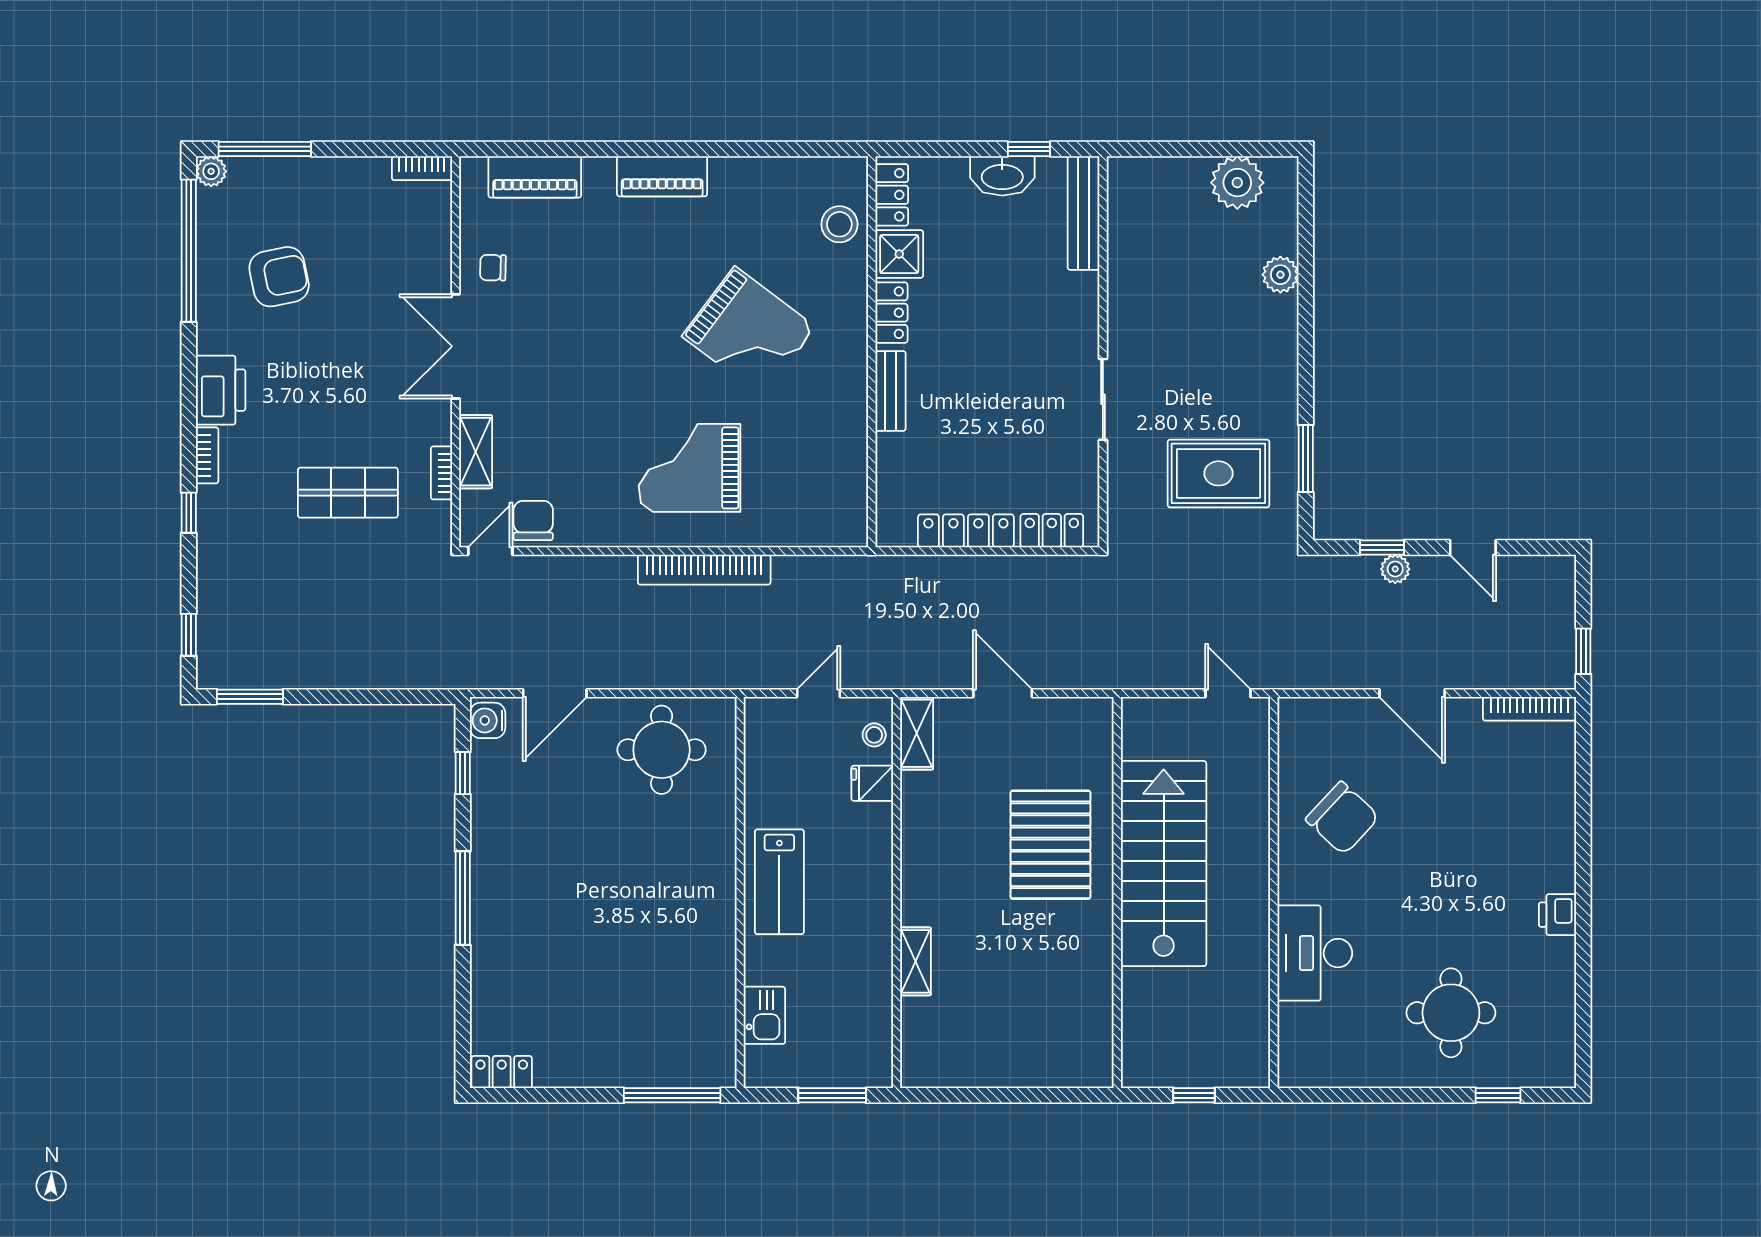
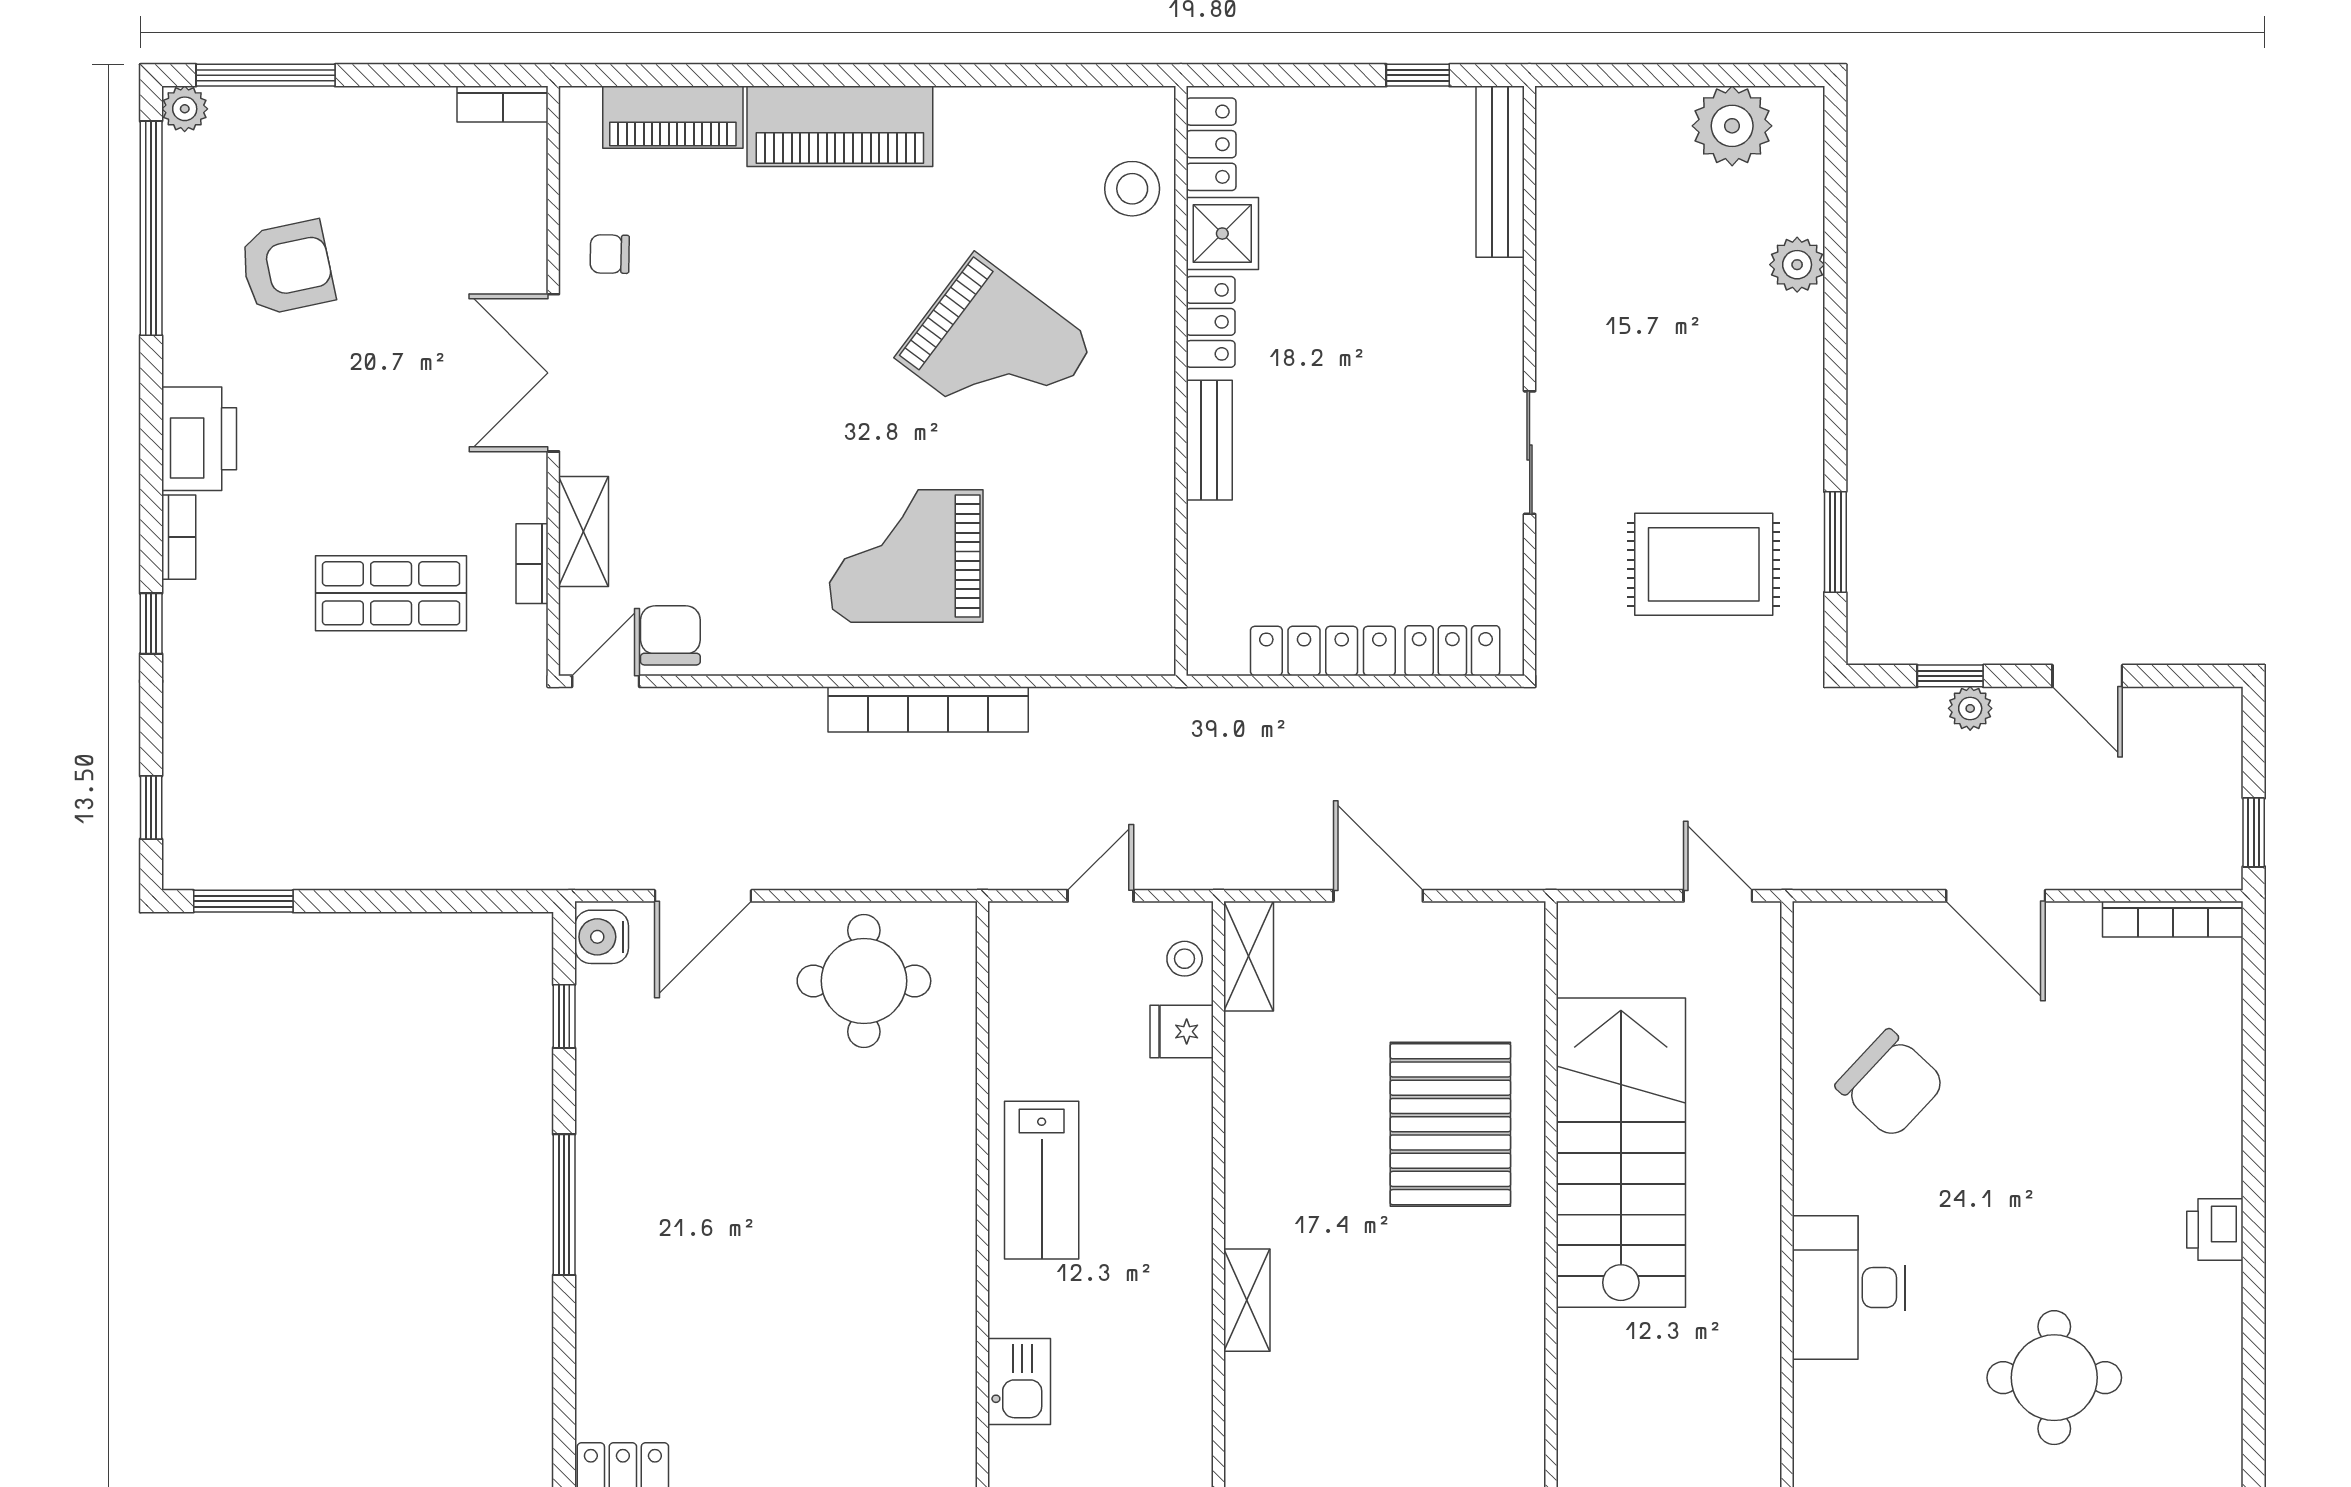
piano: (662, 176) -> (840, 126), width x1.37, depth x1.33
washbasin: (1002, 176) -> (1378, 116), removed

